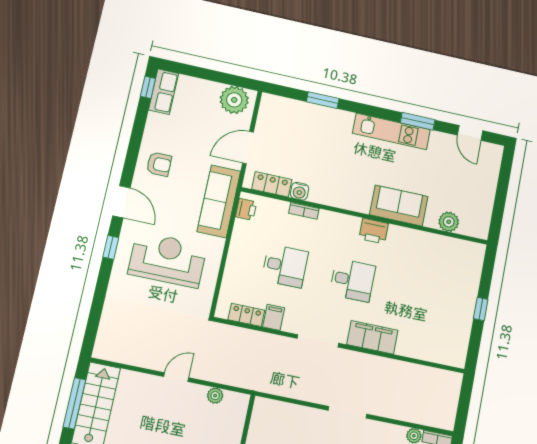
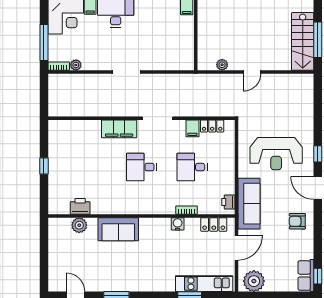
kitchen unit: (391, 131) -> (204, 284), moved
water cooler: (299, 191) -> (178, 224), moved
printer: (374, 231) -> (80, 206), moved

